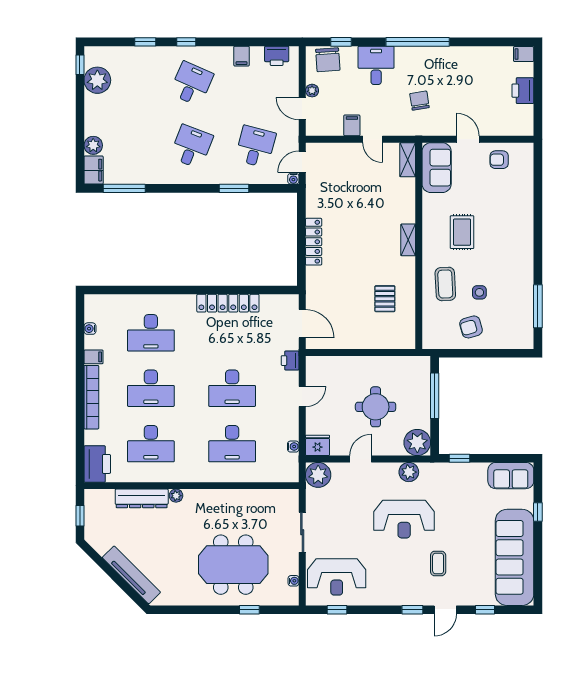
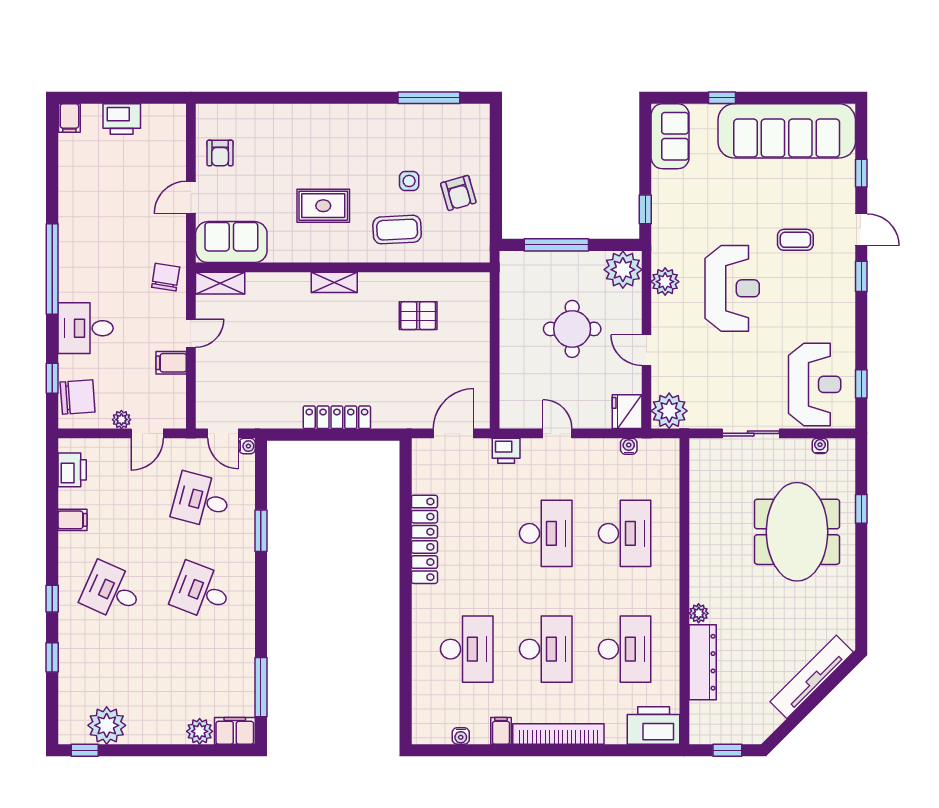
chair: (419, 101) -> (166, 277), moved, turned 108

